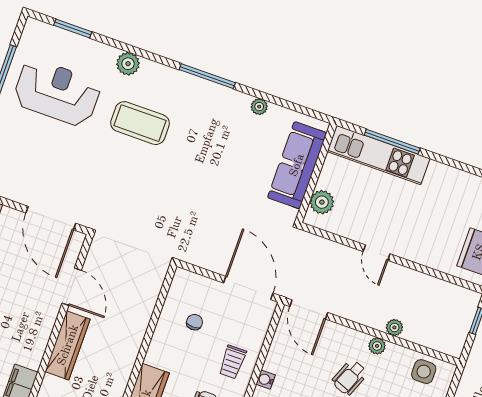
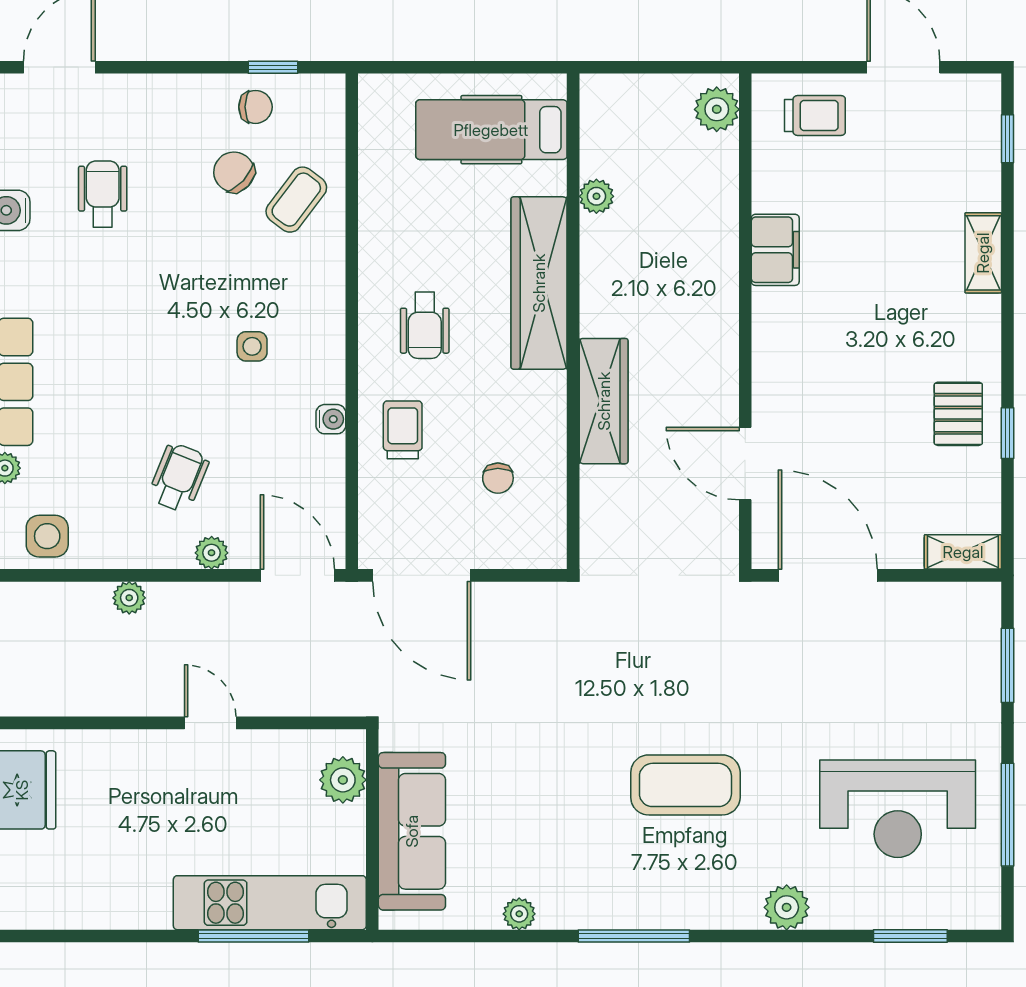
coffee table: (140, 123) -> (685, 785), moved
wardrobe: (68, 345) -> (604, 401), moved, turned 180
plant: (377, 346) -> (212, 553), moved

